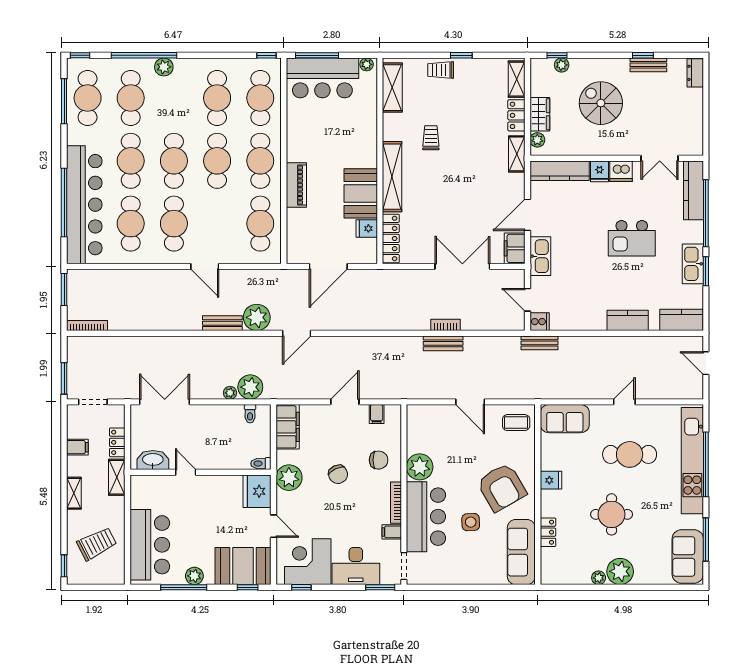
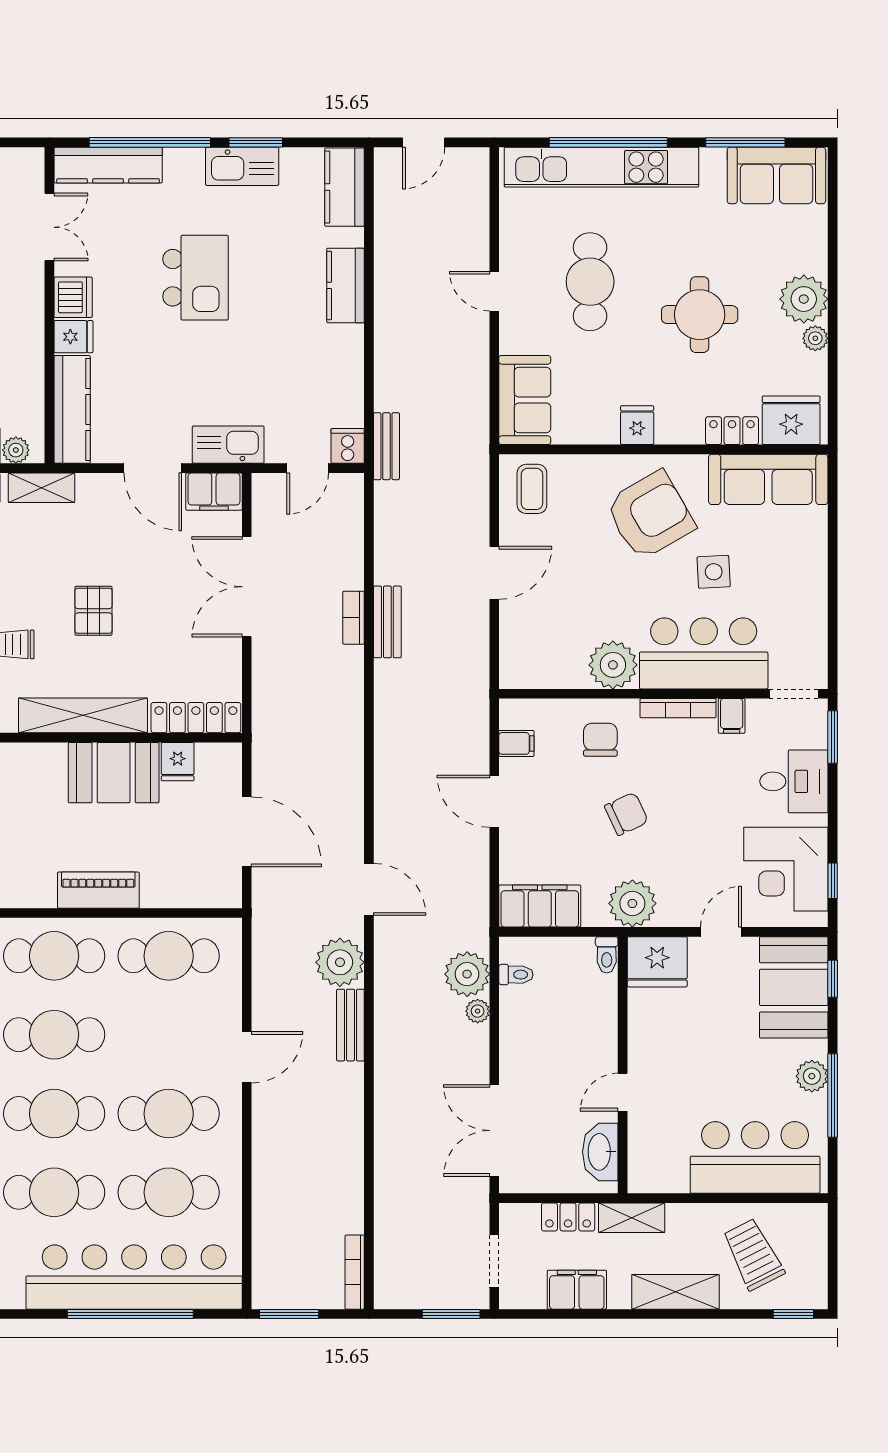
pallet: (449, 182) -> (94, 611), added
filing cabinet: (77, 447) -> (577, 1290), width x2.00
shelving: (74, 493) -> (675, 1292), width x1.50, depth x1.33
fridge: (554, 565) -> (791, 420), added
desk: (356, 566) -> (794, 781), width x0.73

